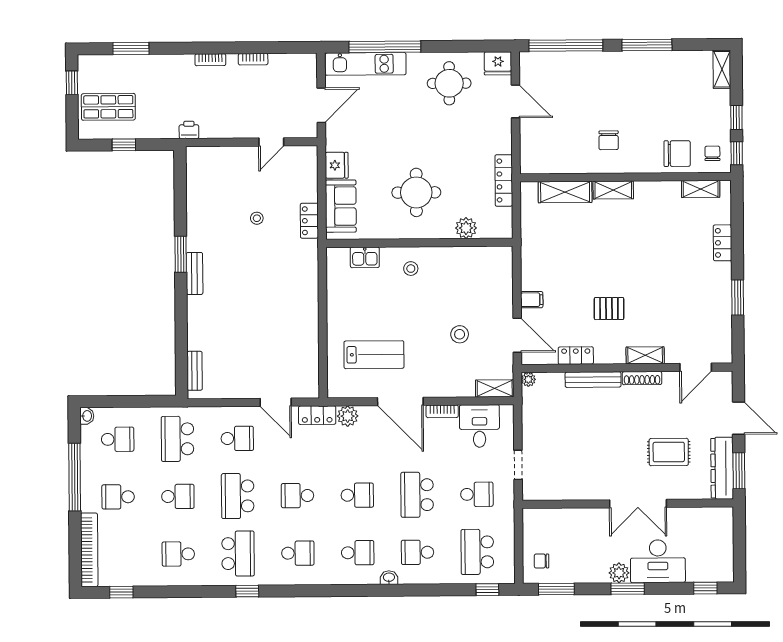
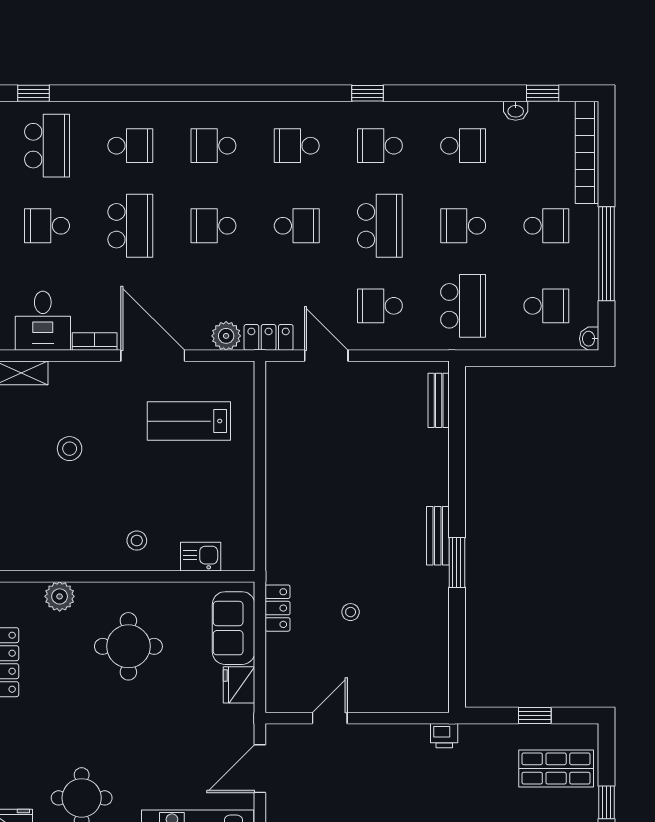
school desk: (118, 439) -> (546, 306), turned 180
school desk: (238, 554) -> (380, 146), width x0.54
washbasin: (389, 578) -> (516, 111), moved

